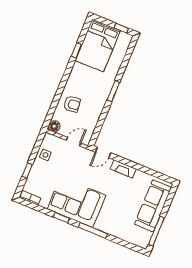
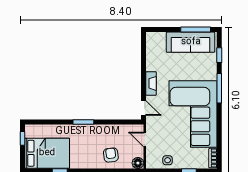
corner sofa: (76, 202) -> (193, 114), width x1.36, depth x1.36
sofa: (153, 206) -> (191, 42), moved
window: (62, 218) -> (219, 55), moved

